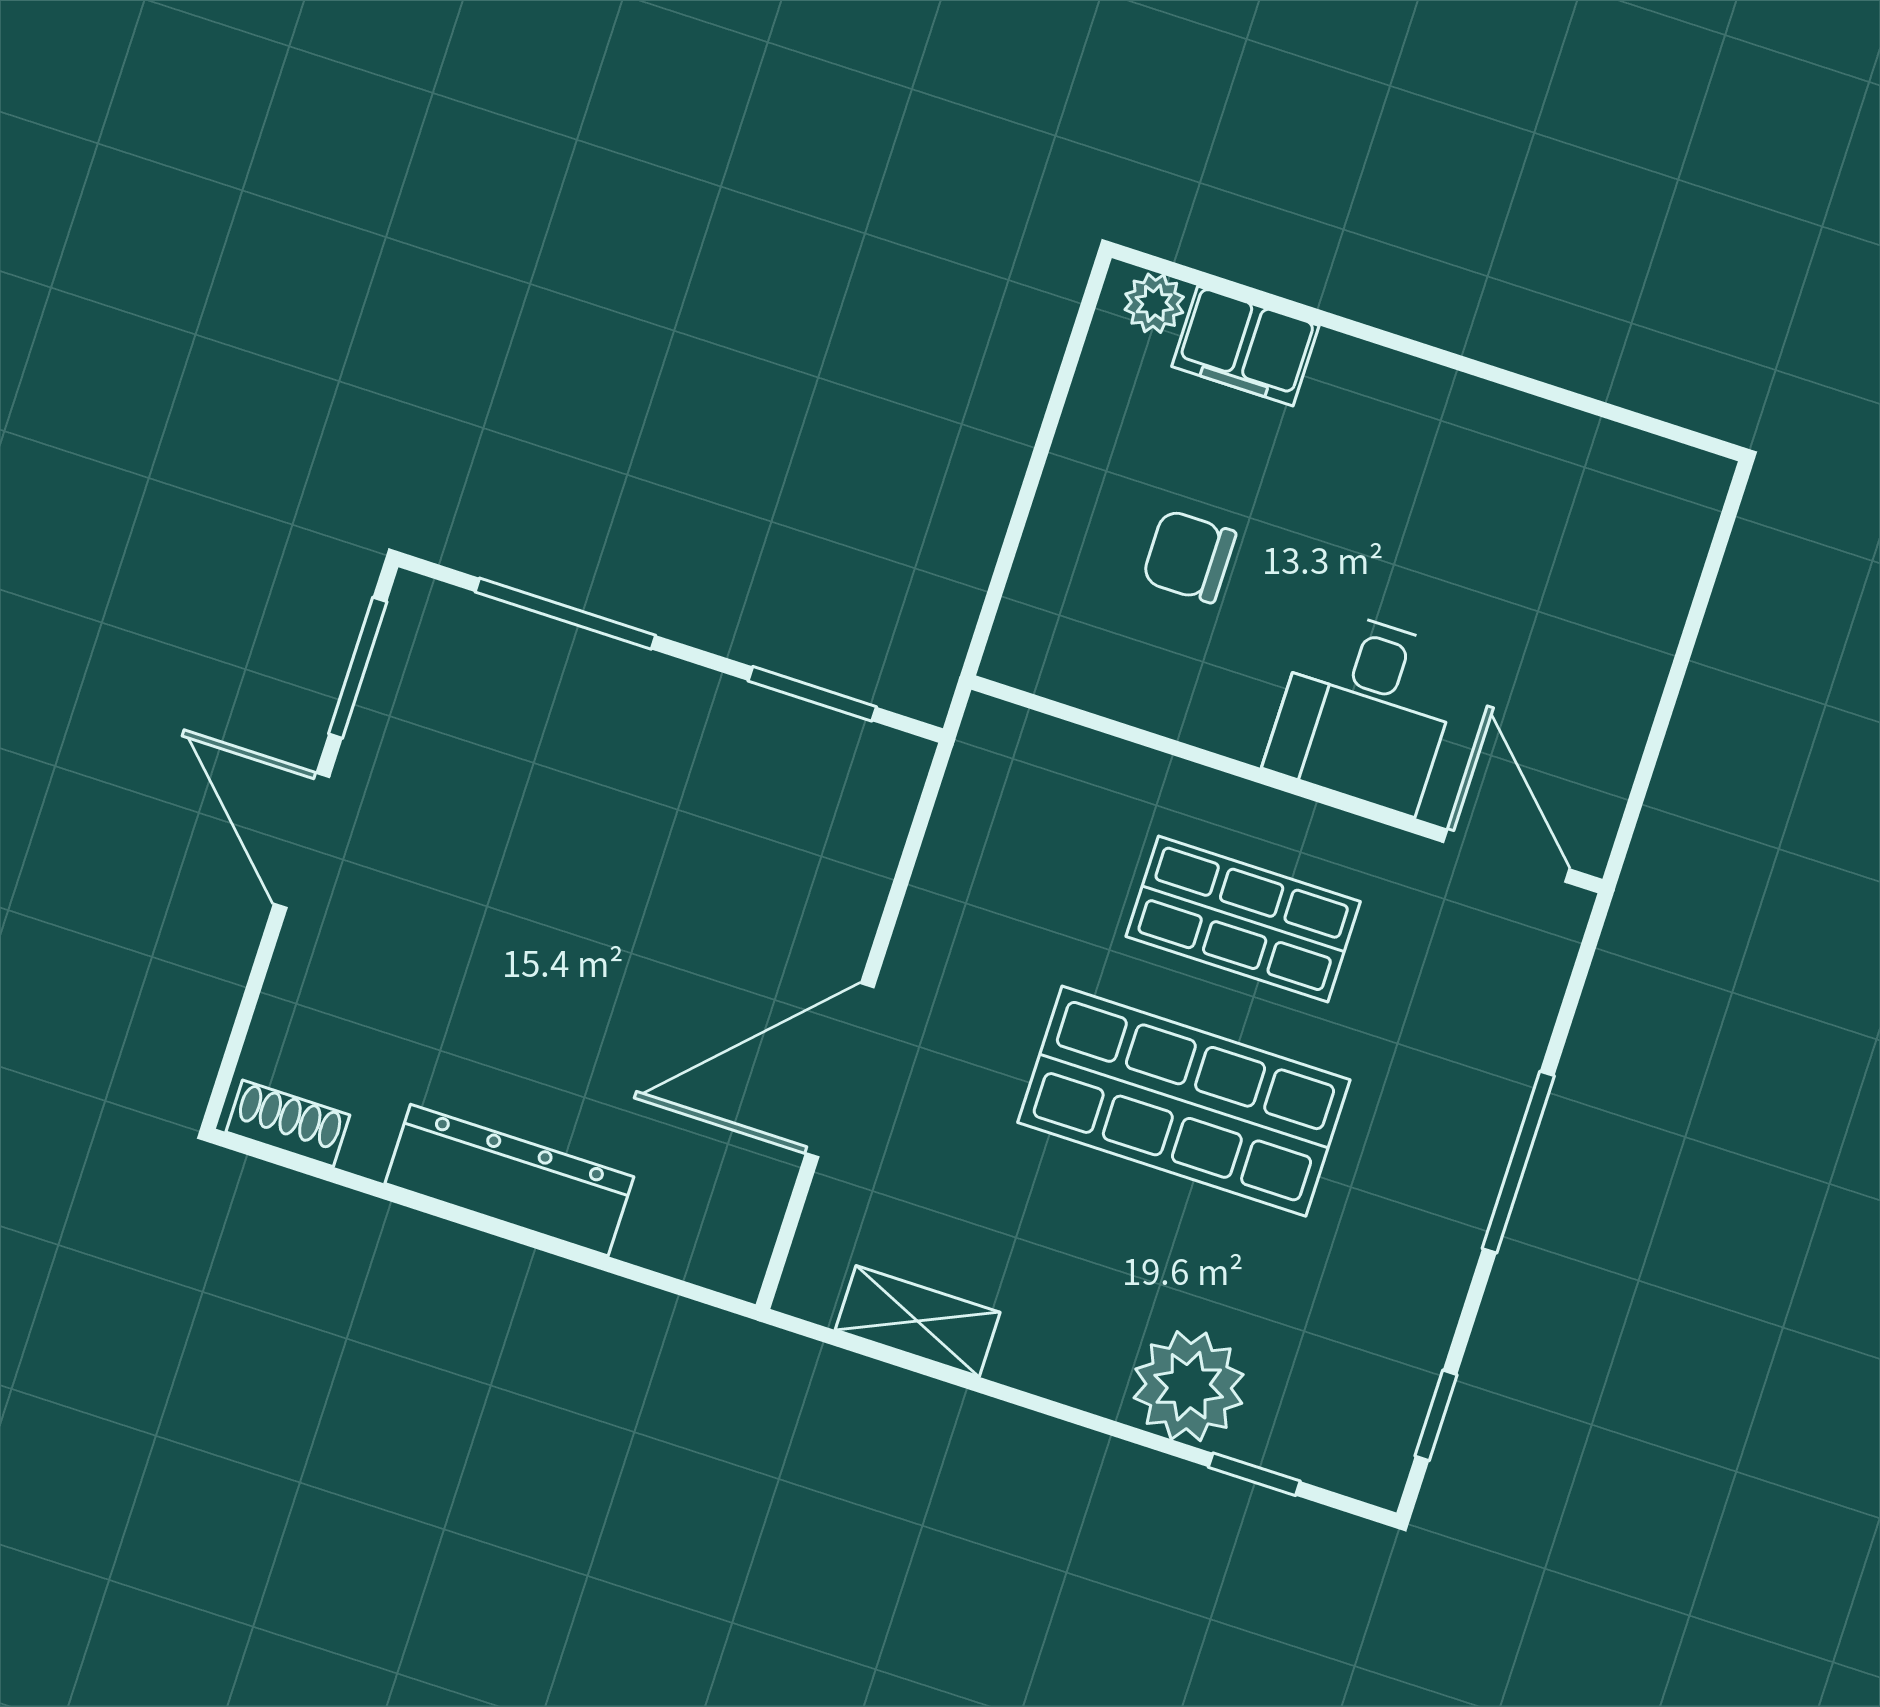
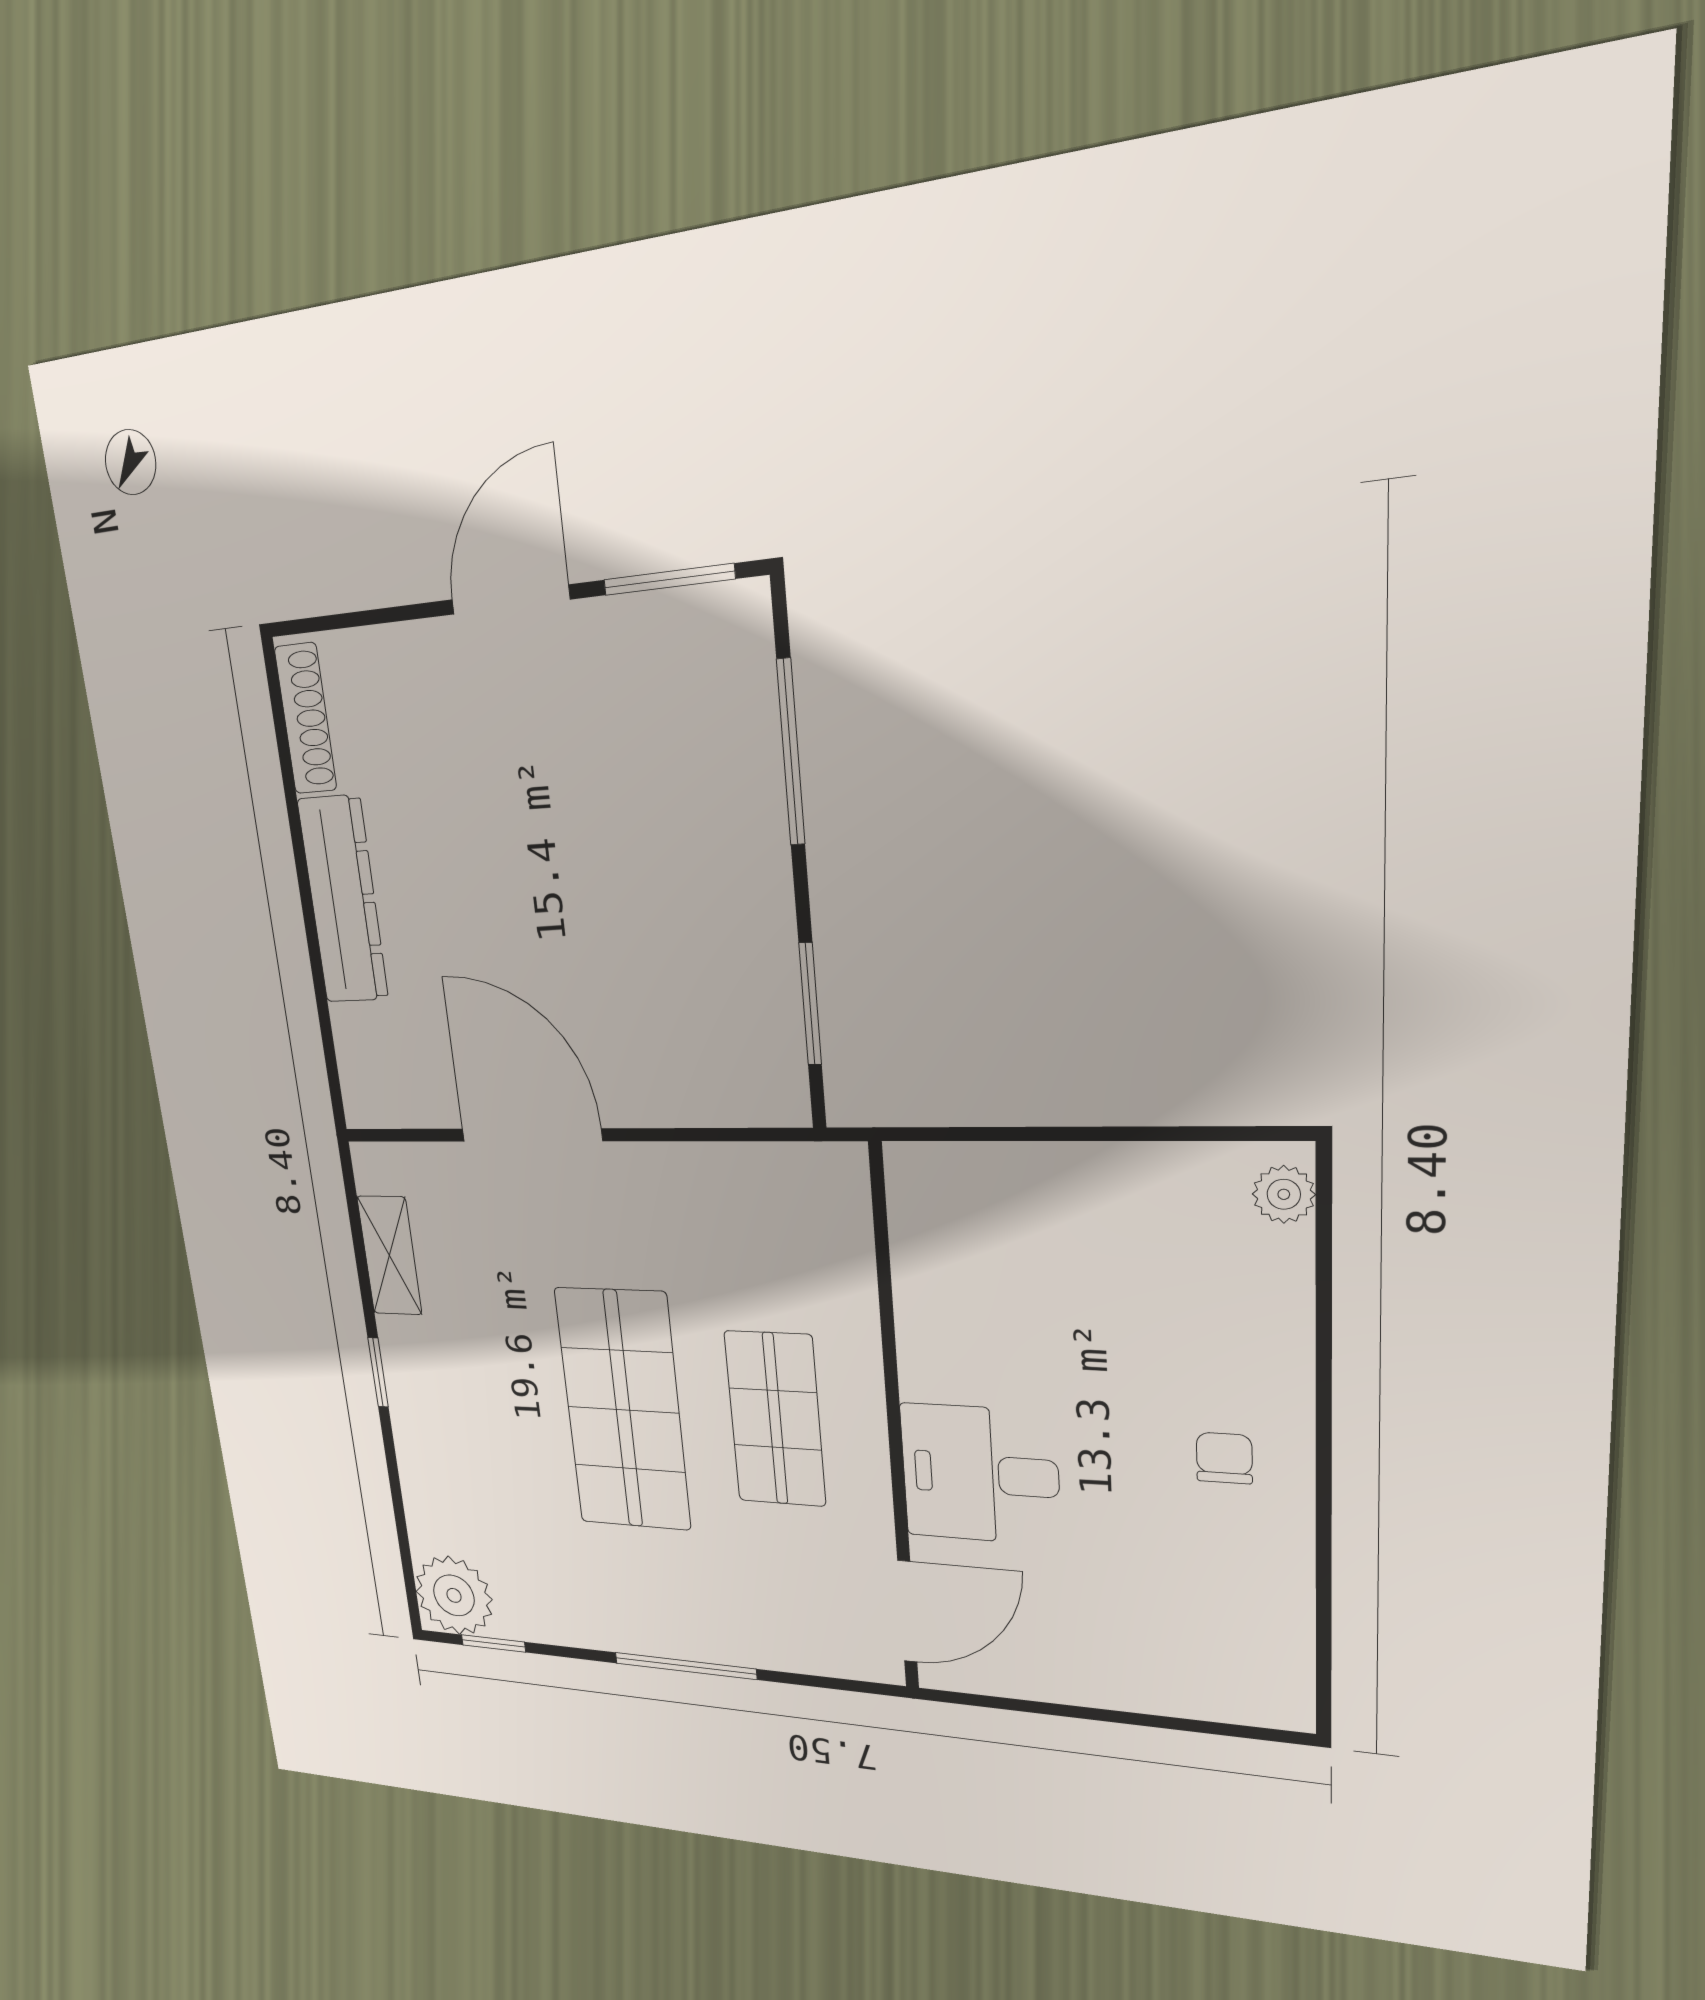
filing cabinet: (1245, 346) -> (1271, 1289), removed
chair: (1189, 556) -> (1224, 1458), moved, width x0.73, depth x0.73
shoe rack: (288, 1123) -> (306, 719), width x1.43
plant: (1189, 1386) -> (454, 1595), moved
window: (1254, 1474) -> (378, 1372), moved

